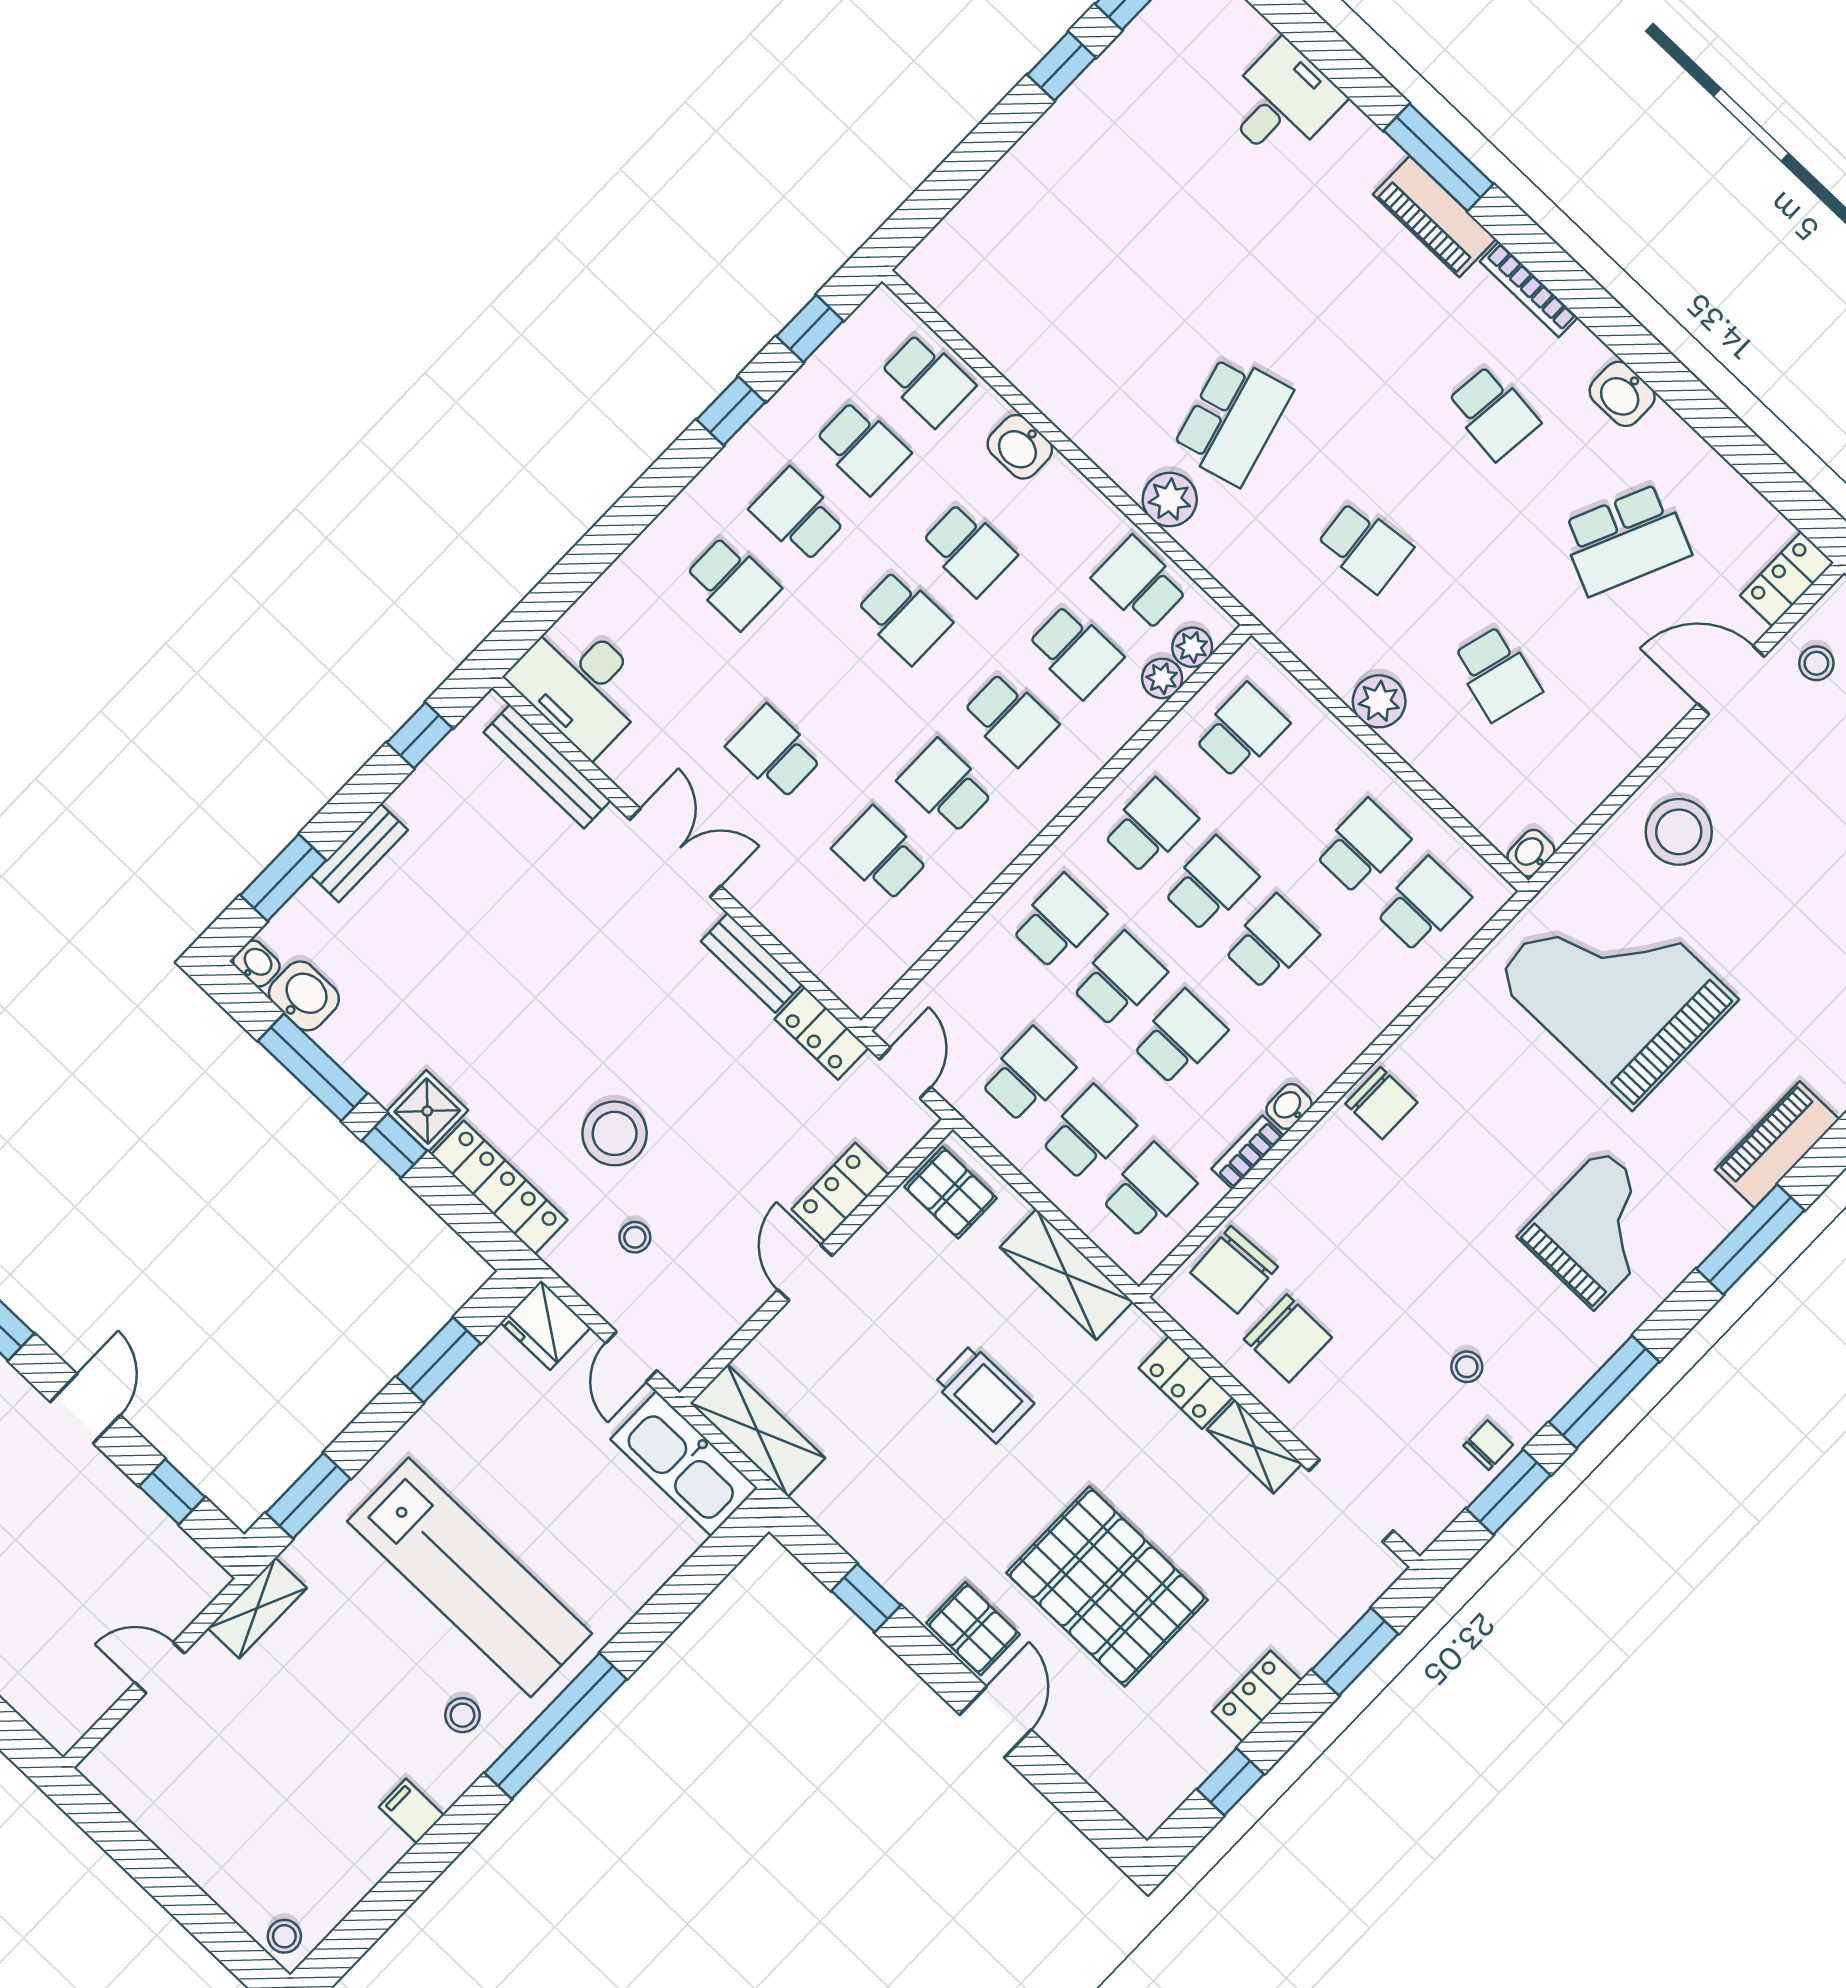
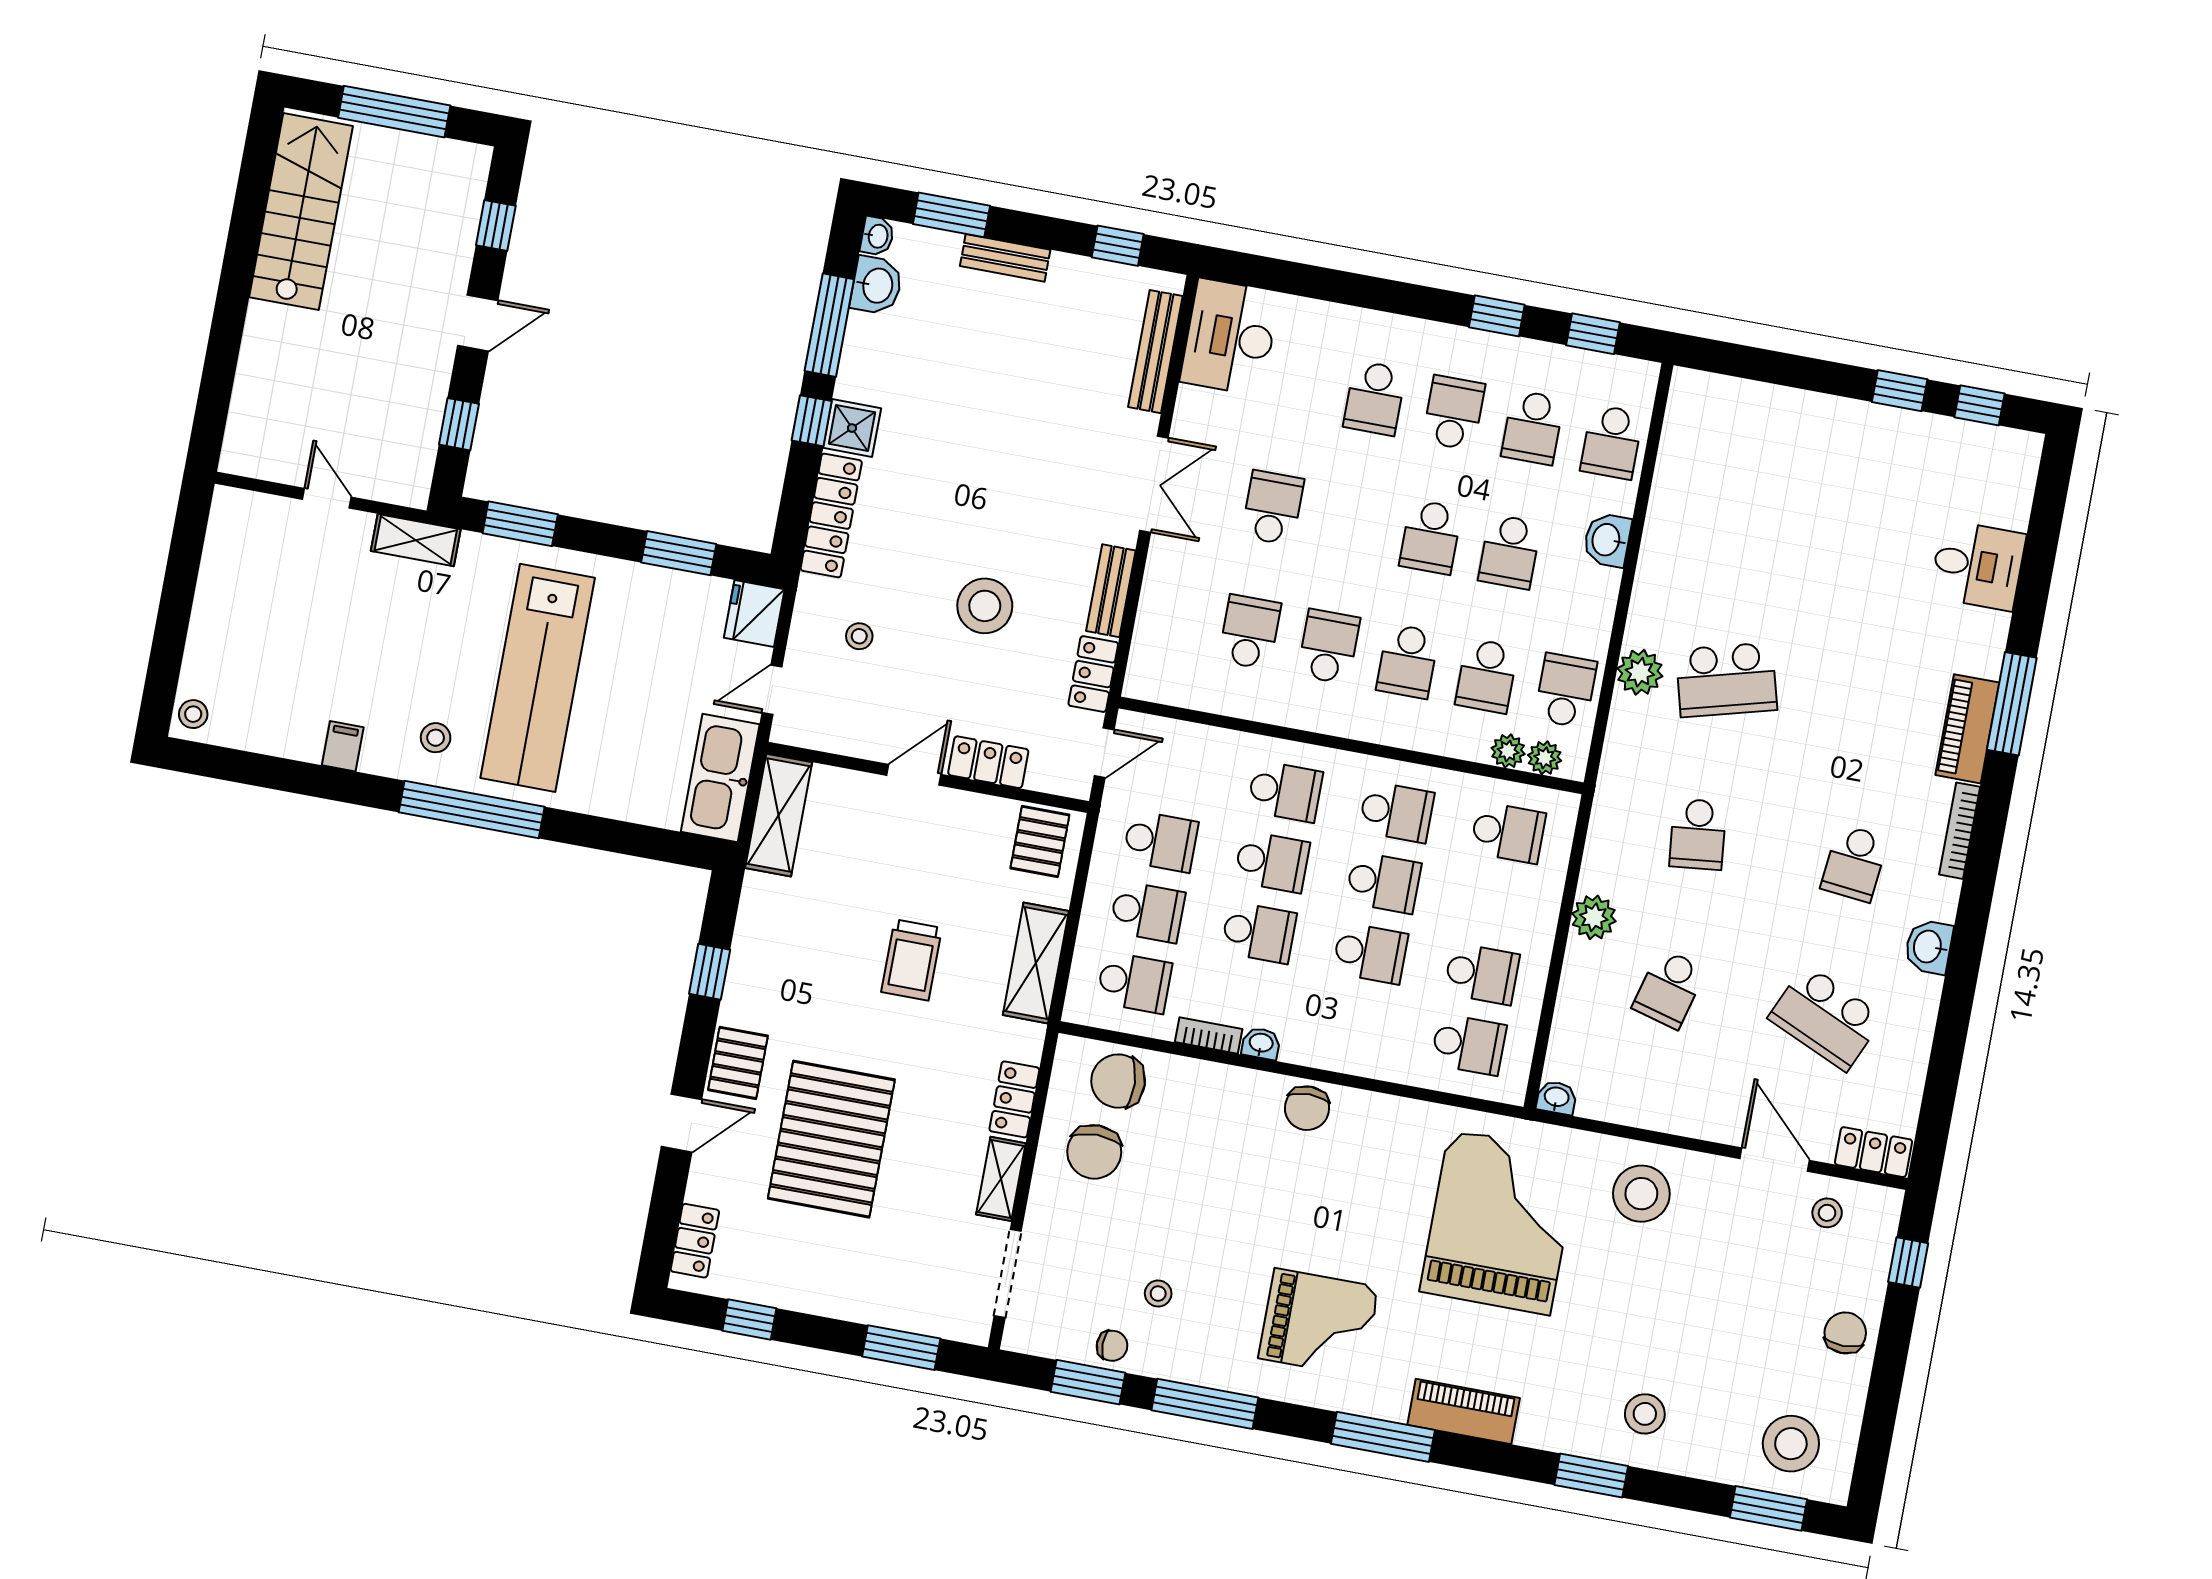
stool: (615, 1133) -> (985, 606), moved
locker: (1257, 1696) -> (695, 1241), moved, turned 90

